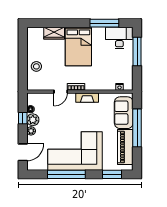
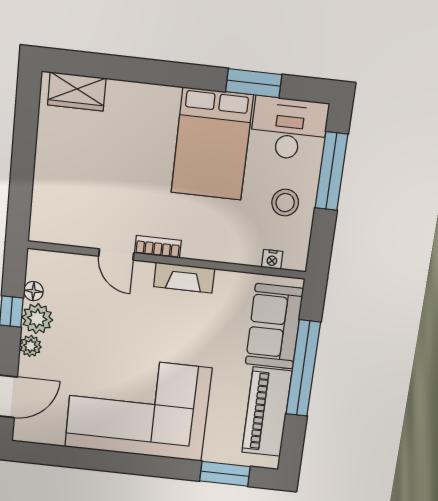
window: (104, 23) -> (254, 83), width x0.69
wardrobe: (54, 33) -> (77, 91), moved
bed: (78, 47) -> (212, 144), moved
stool: (36, 66) -> (285, 203), moved
door: (61, 92) -> (116, 254), hinge flipped
window: (66, 174) -> (111, 461), removed

